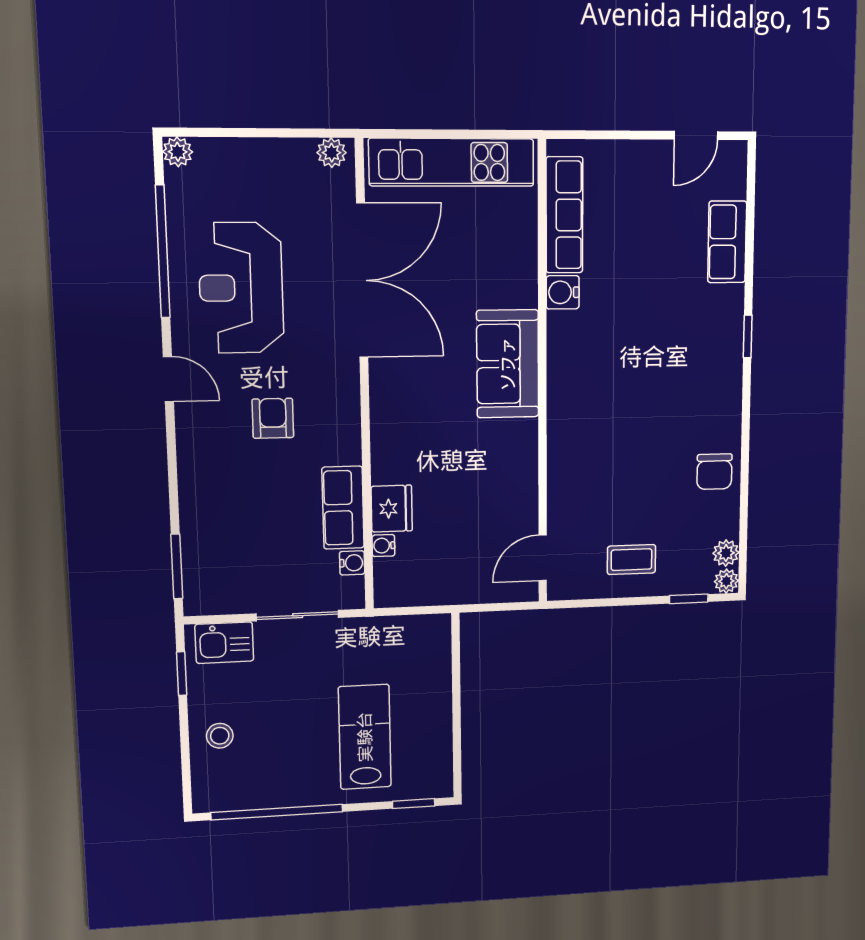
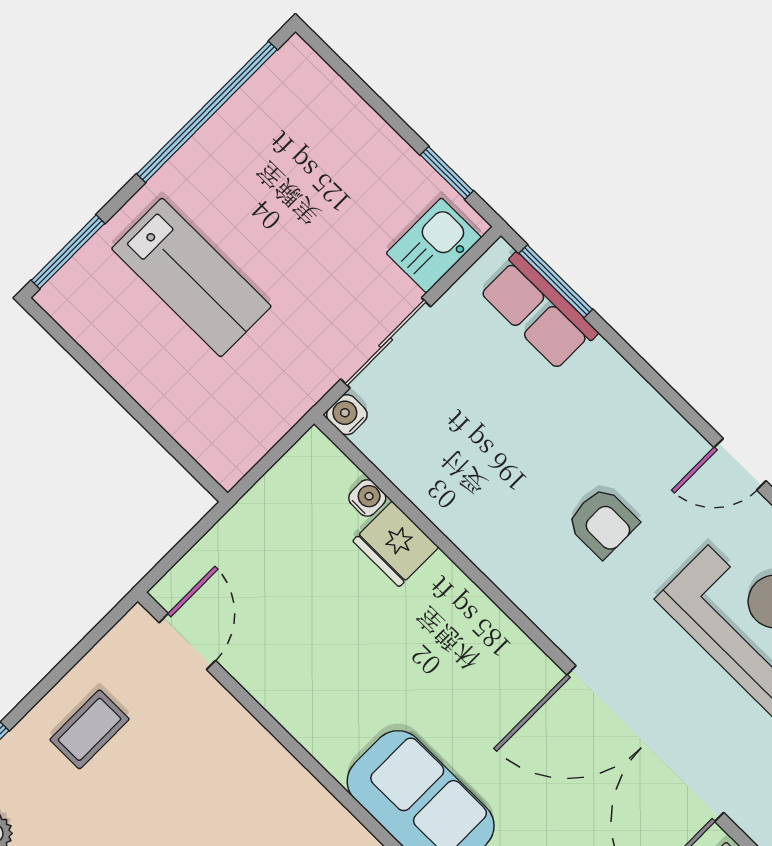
row of seats: (343, 508) -> (538, 312), moved, turned 180
water cooler: (352, 563) -> (347, 415), moved, turned 90
stool: (220, 736) -> (346, 142), removed
window: (414, 804) -> (68, 252), width x1.50

